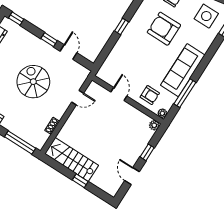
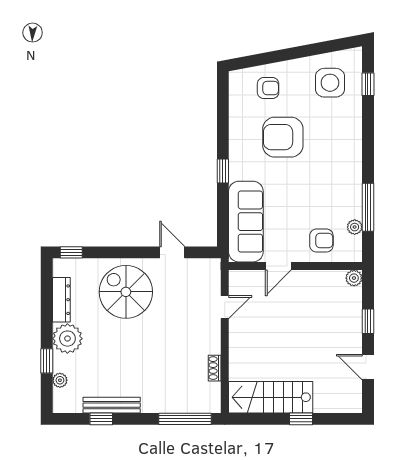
window: (49, 40) -> (135, 252), removed
sofa: (183, 70) -> (246, 222), moved, turned 180
spiral stairs: (33, 82) -> (126, 292), moved
door: (119, 94) -> (278, 266), swing flipped
plant: (162, 113) -> (355, 227), moved

